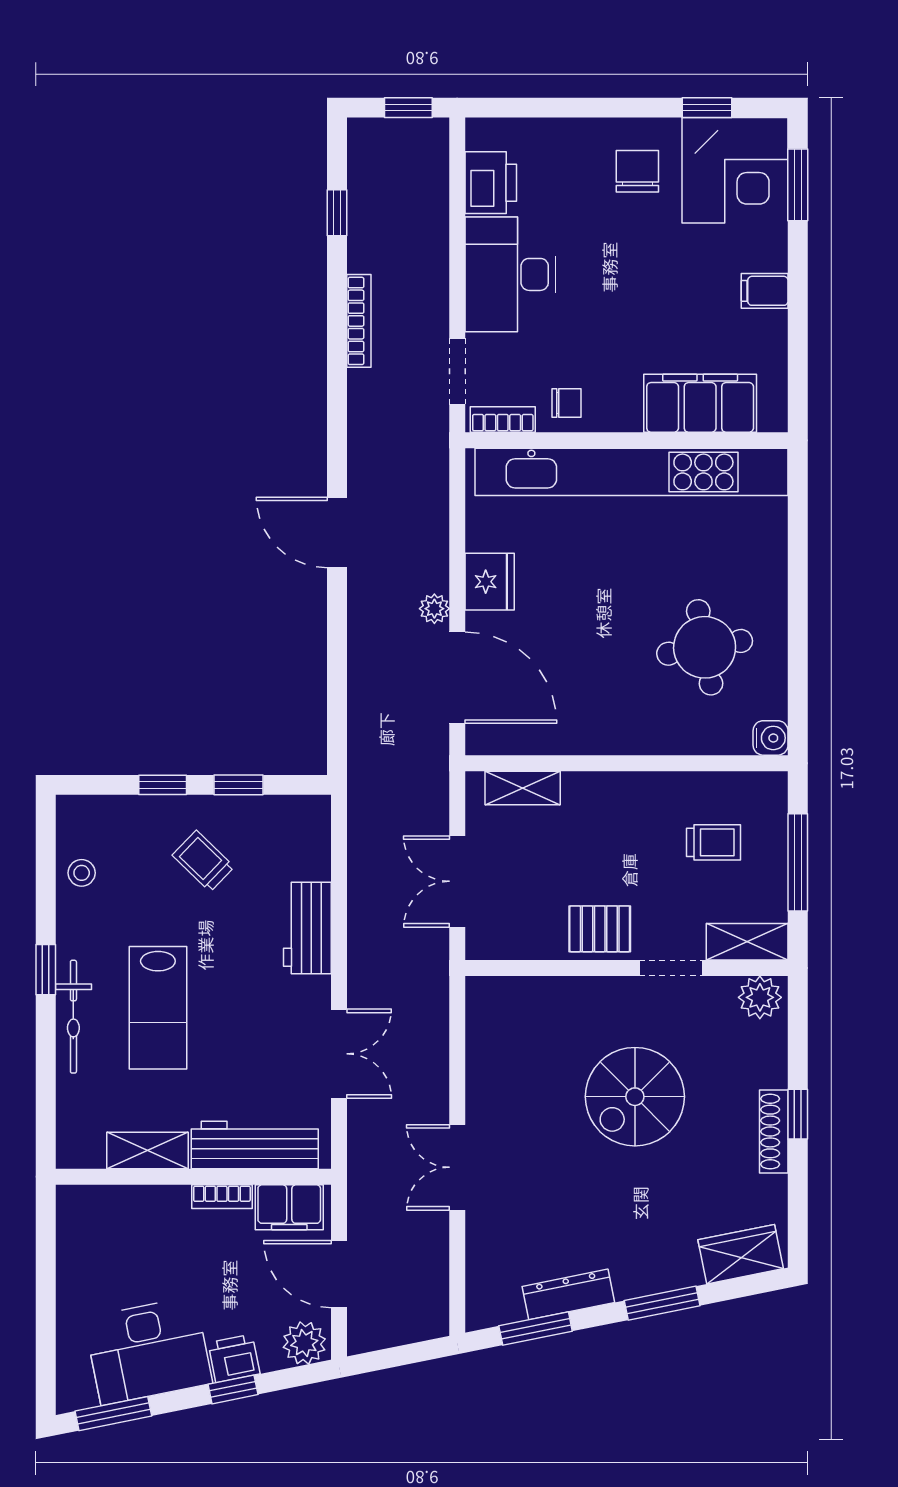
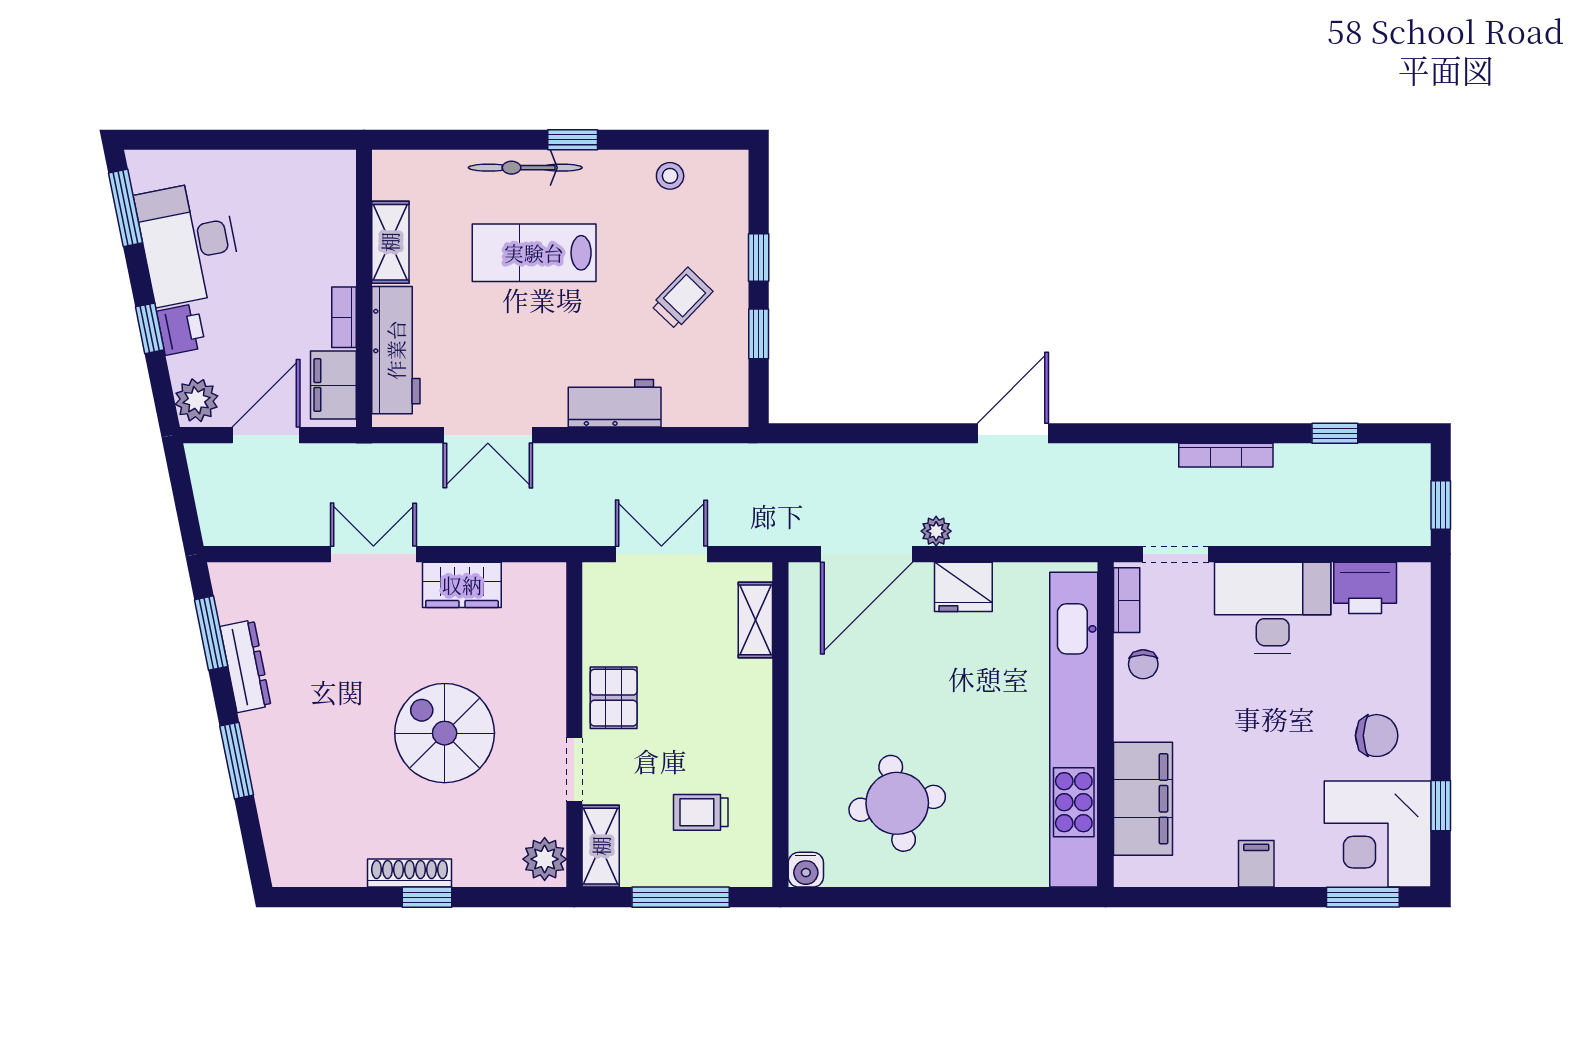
trolley: (714, 842) -> (701, 812), turned 90
wardrobe: (741, 1254) -> (462, 585), moved, turned 101

